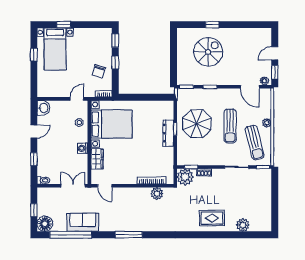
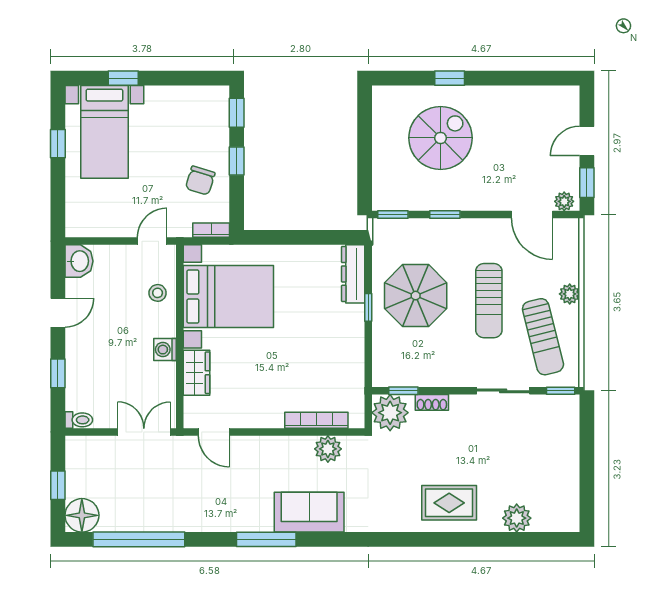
dresser: (168, 133) -> (353, 274), moved
sofa: (83, 222) -> (309, 512), moved

